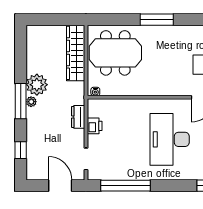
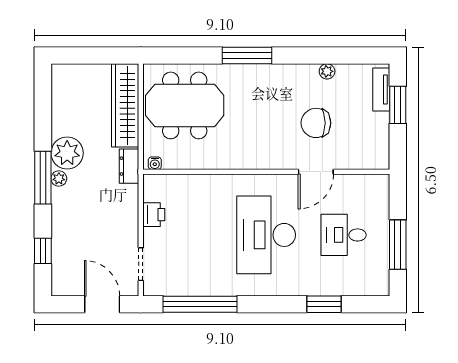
dresser: (78, 117) -> (129, 166), moved

